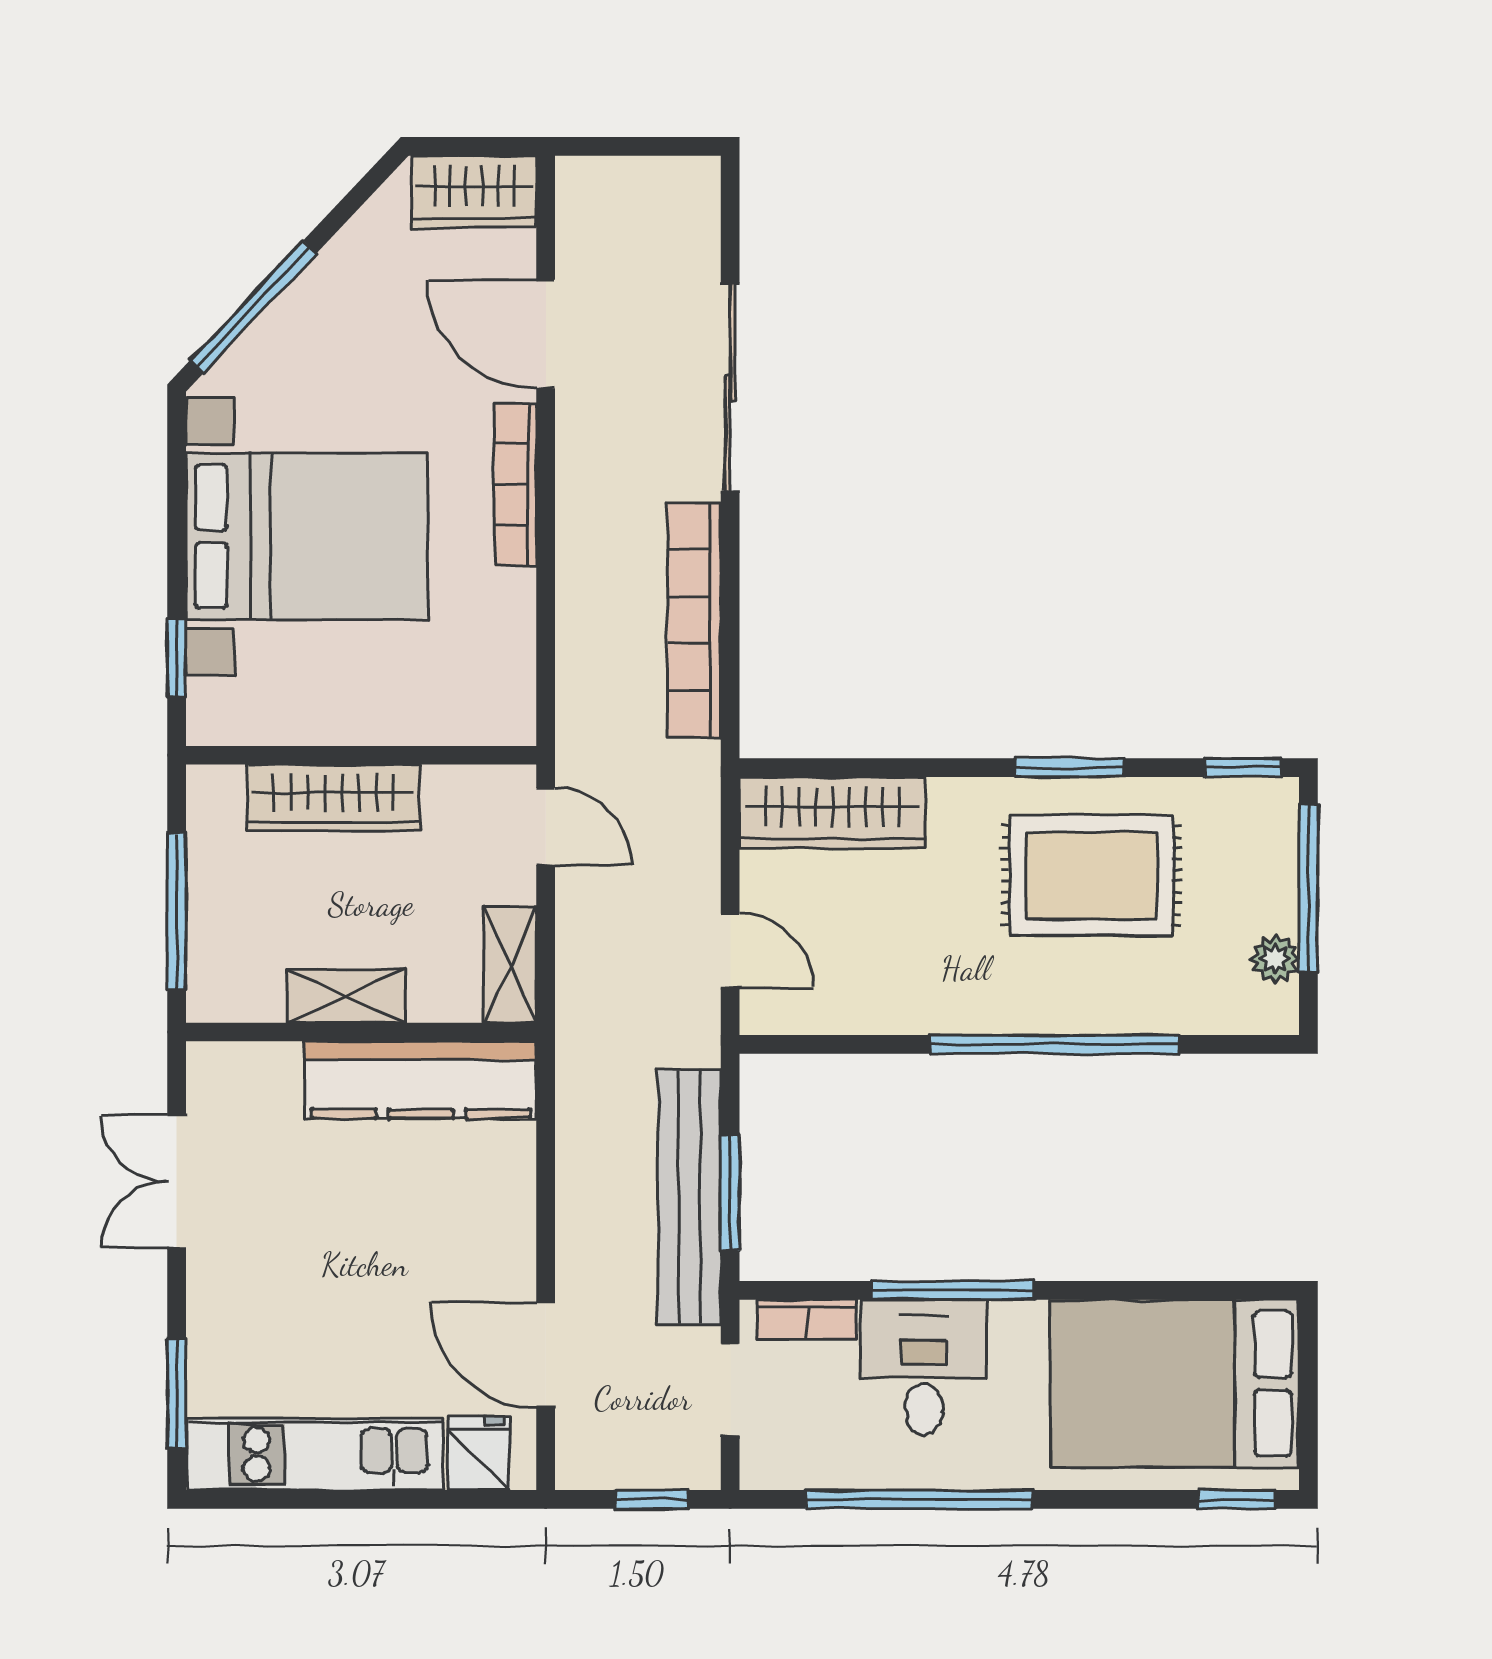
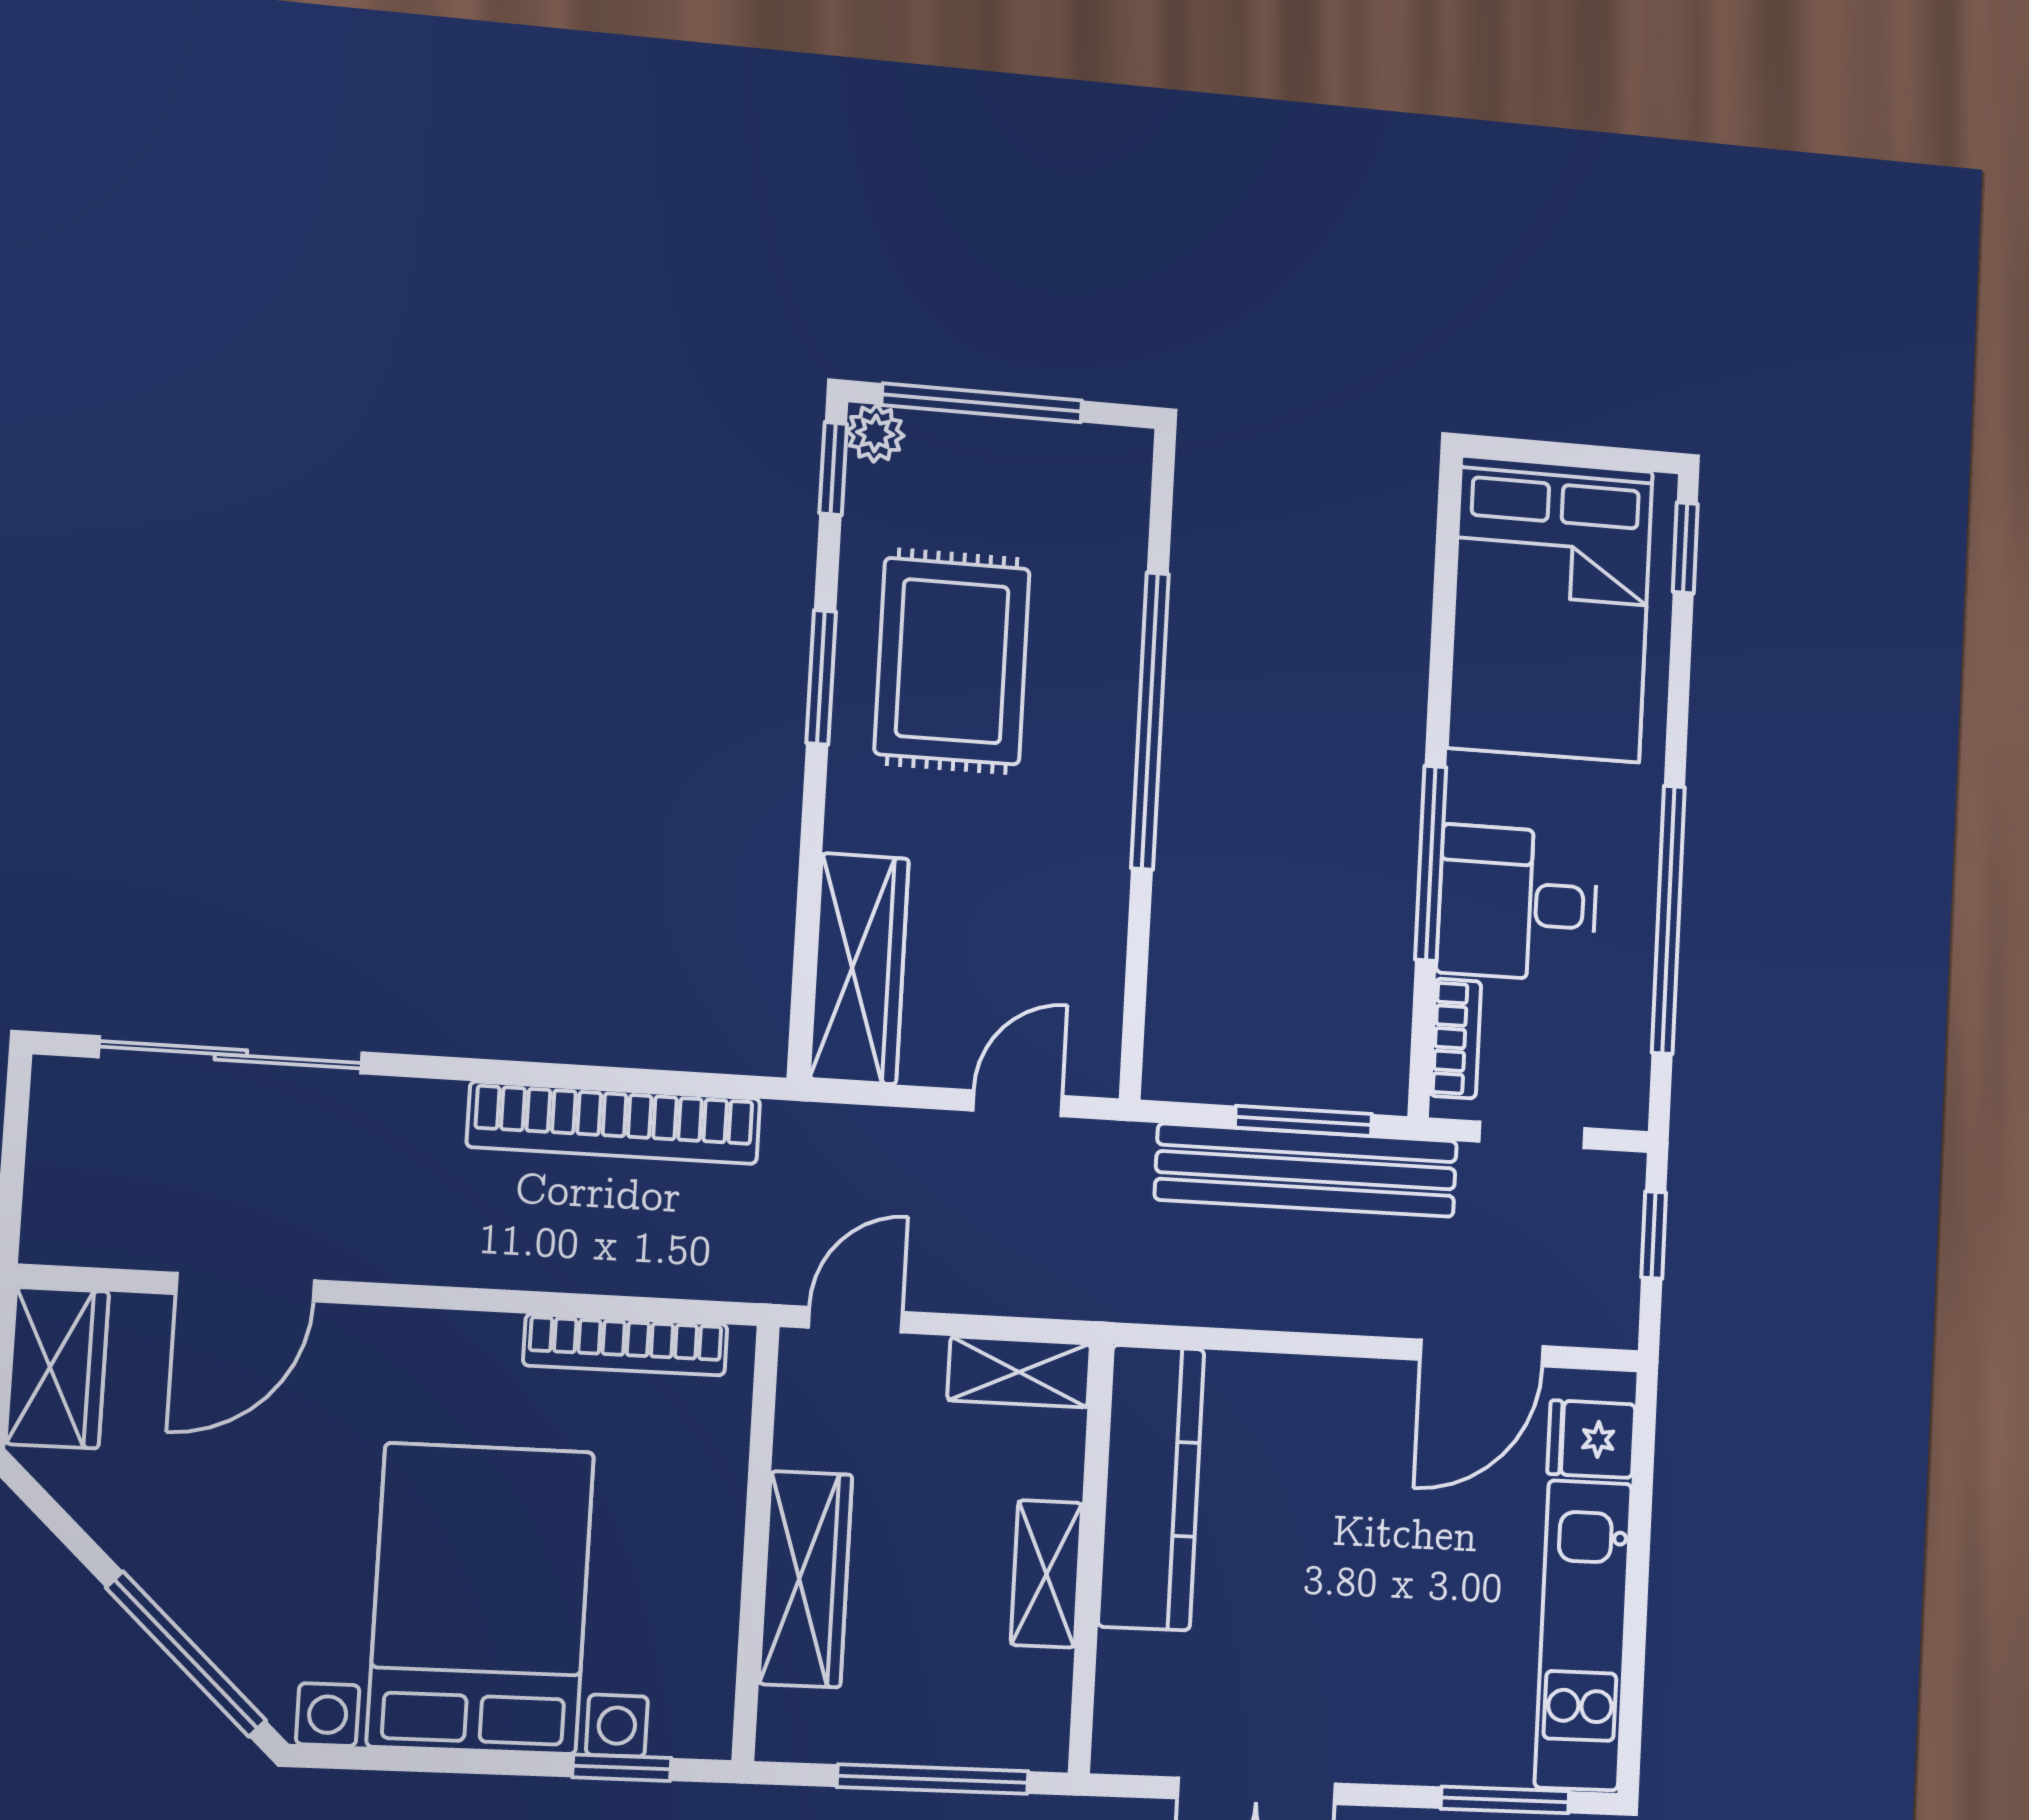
sliding door: (730, 387) -> (231, 1055), moved
bookcase: (516, 484) -> (625, 1345), moved
plant: (1275, 959) -> (875, 433), moved

